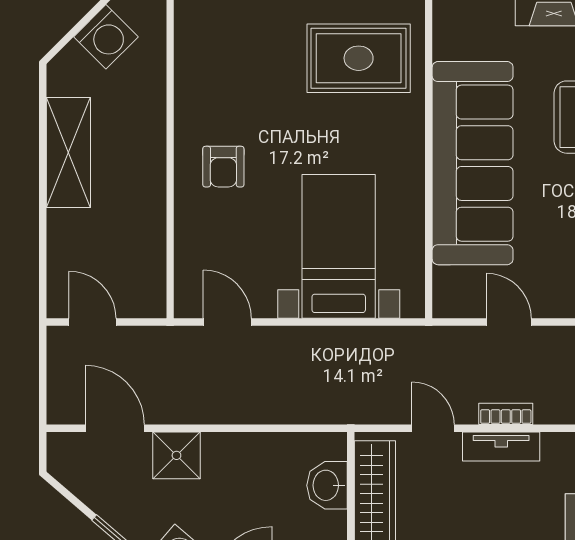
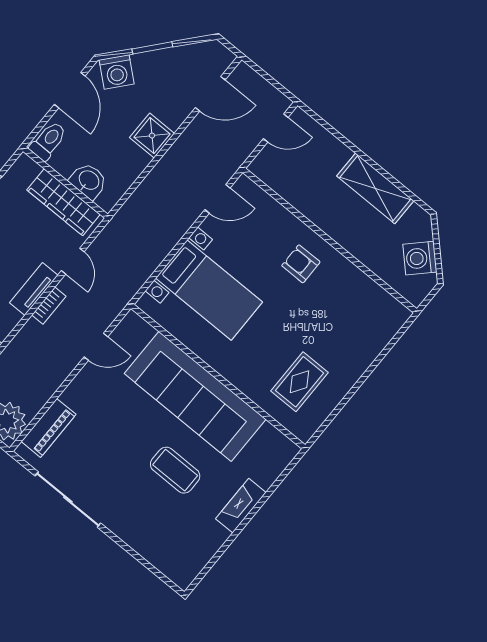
rug: (359, 58) -> (299, 382), width x0.73, depth x0.70
door: (433, 428) -> (73, 261), hinge flipped
shower: (176, 455) -> (152, 136), moved

